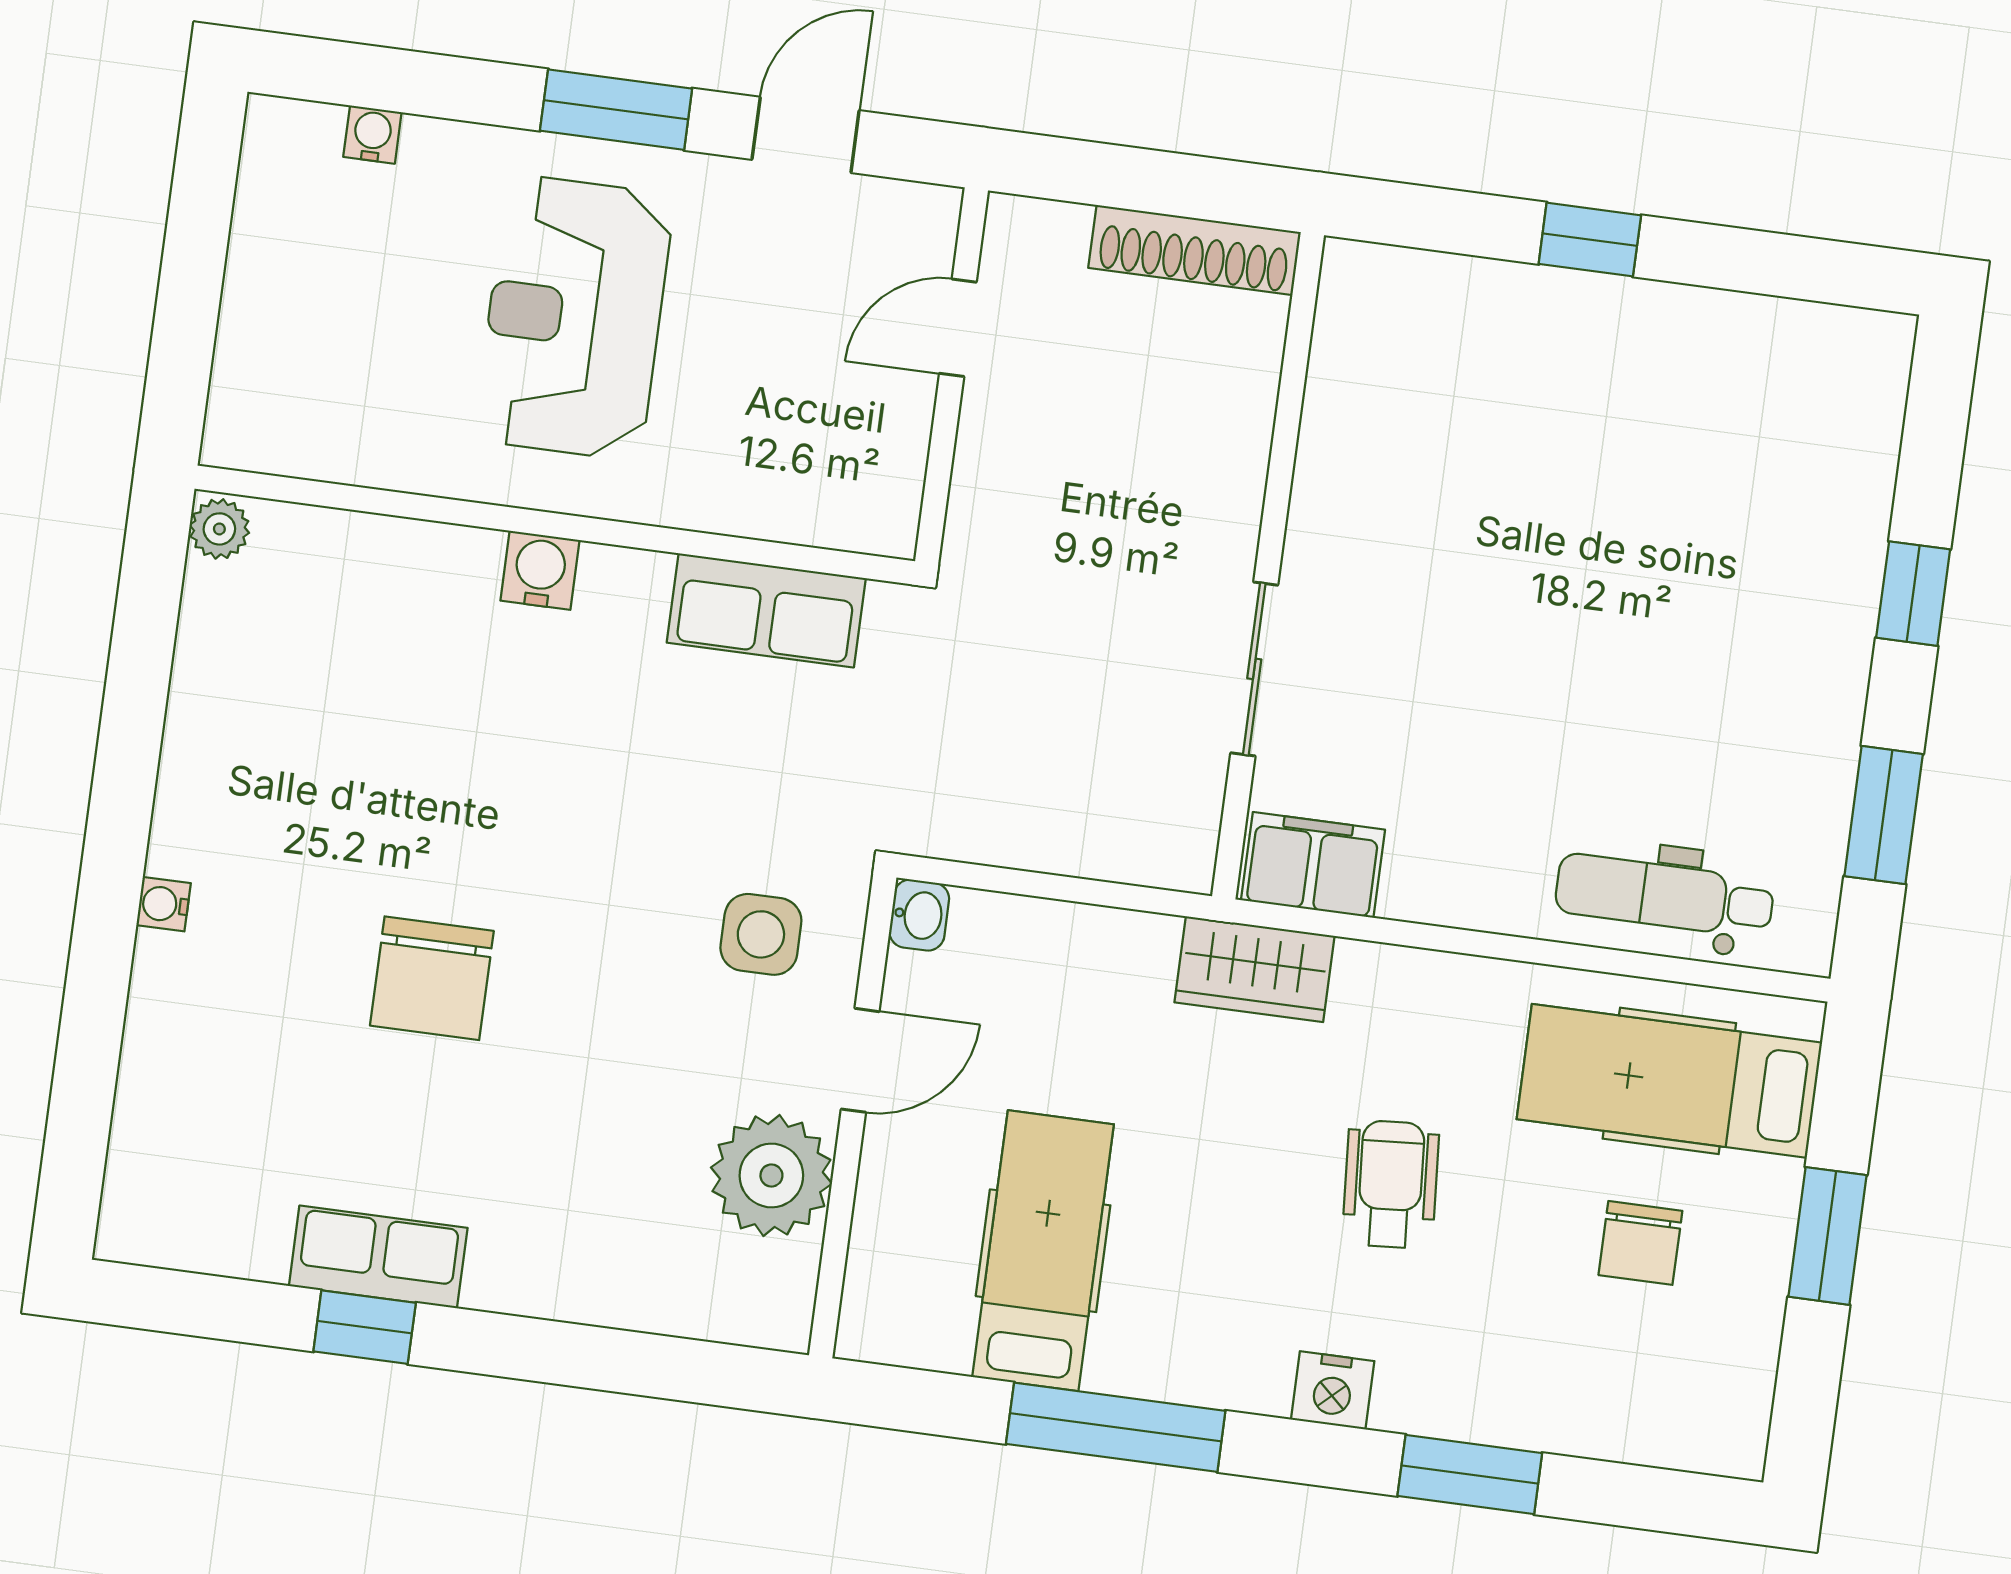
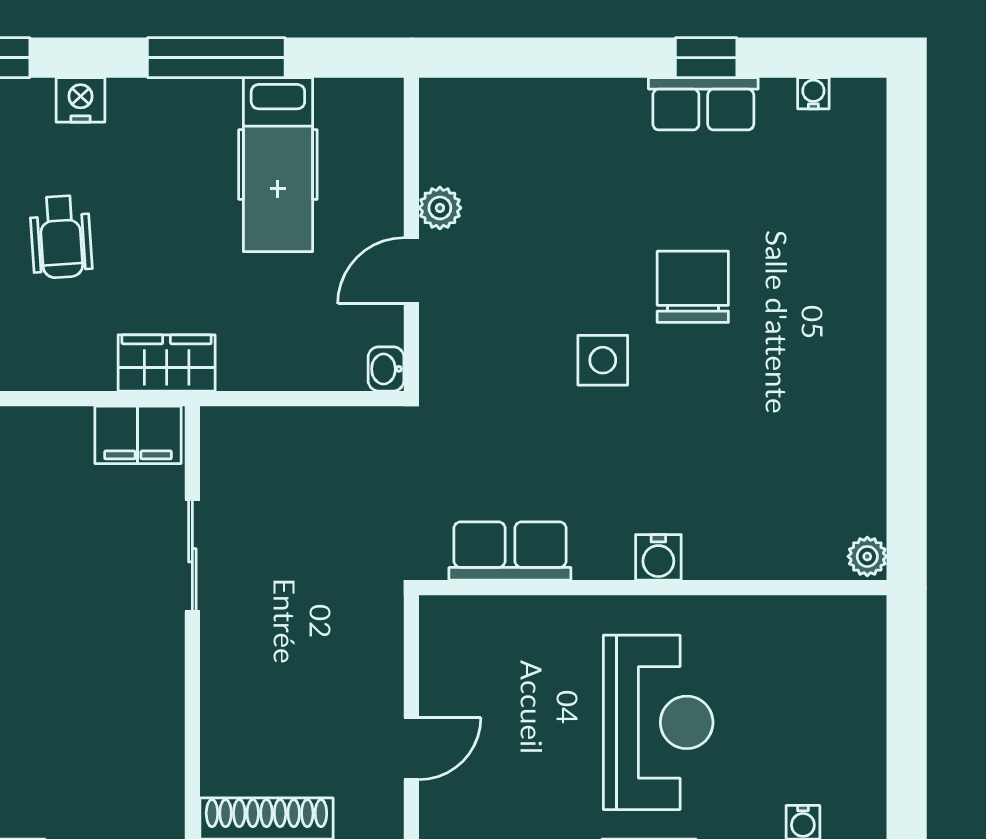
water cooler: (164, 904) -> (813, 93), moved, turned -90
side table: (761, 934) -> (603, 360), moved
plant: (771, 1175) -> (440, 208), width x0.53, depth x0.53

